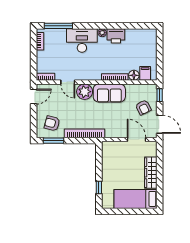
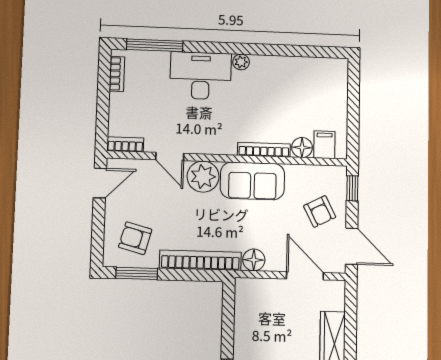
printer: (116, 36) -> (268, 69), removed
floor lamp: (111, 132) -> (254, 260), added

